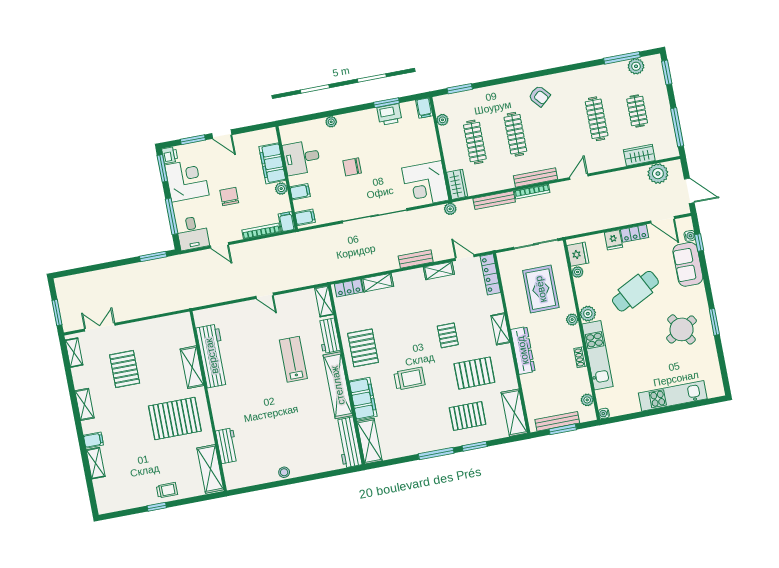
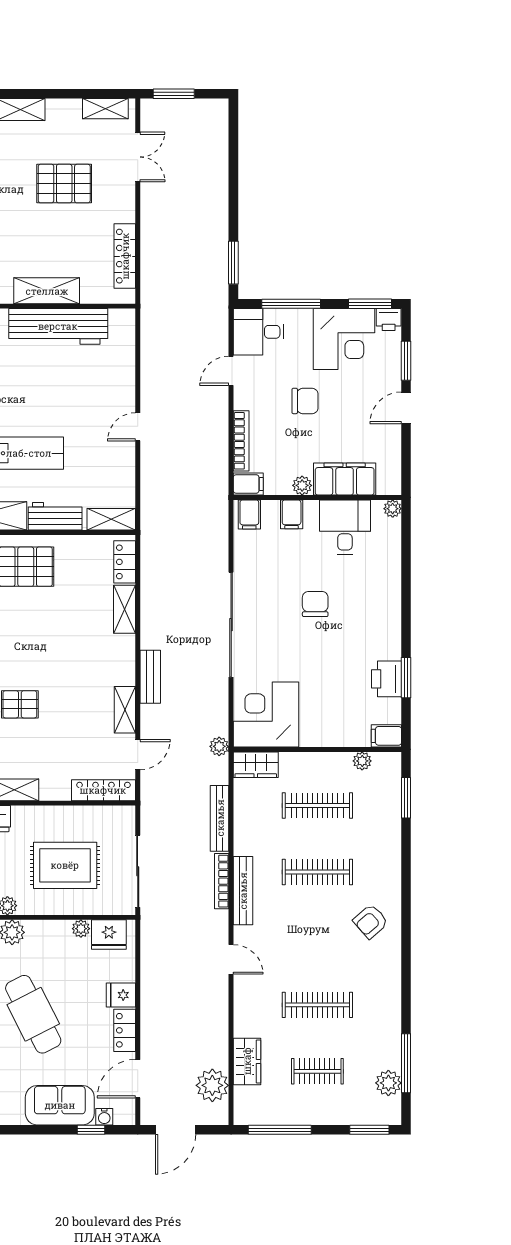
plant: (331, 122) -> (393, 509), moved
locker: (162, 324) -> (125, 256), added

